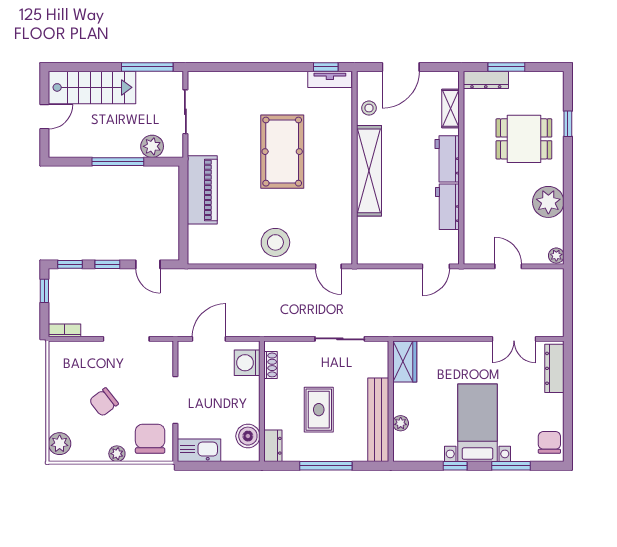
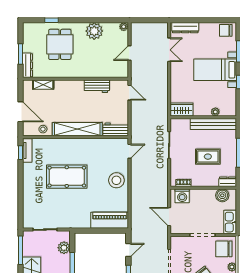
workbench: (447, 159) -> (116, 129), moved, turned 180
piano: (202, 190) -> (110, 220), moved

